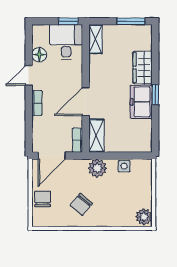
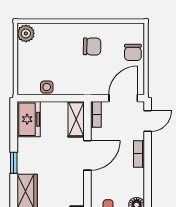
door: (29, 75) -> (148, 121), moved
freezer: (141, 102) -> (29, 119), moved
plant: (97, 168) -> (75, 85), removed
chair: (81, 204) -> (92, 46), turned 51

